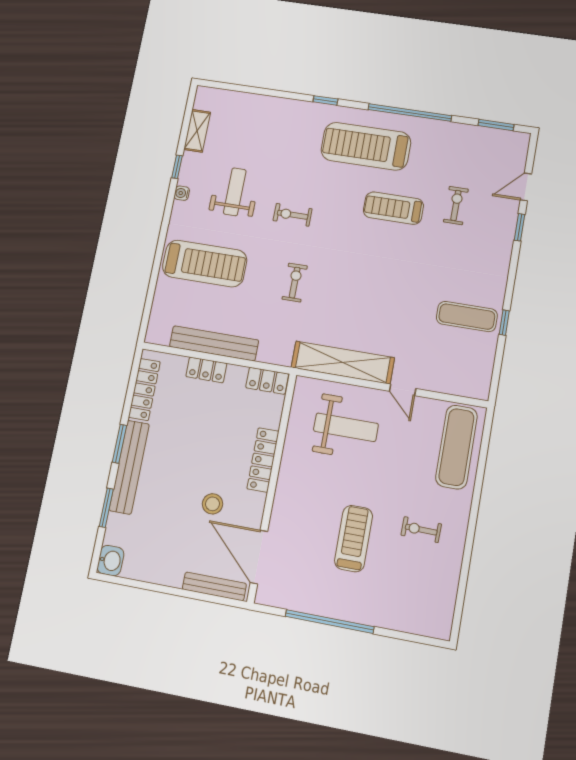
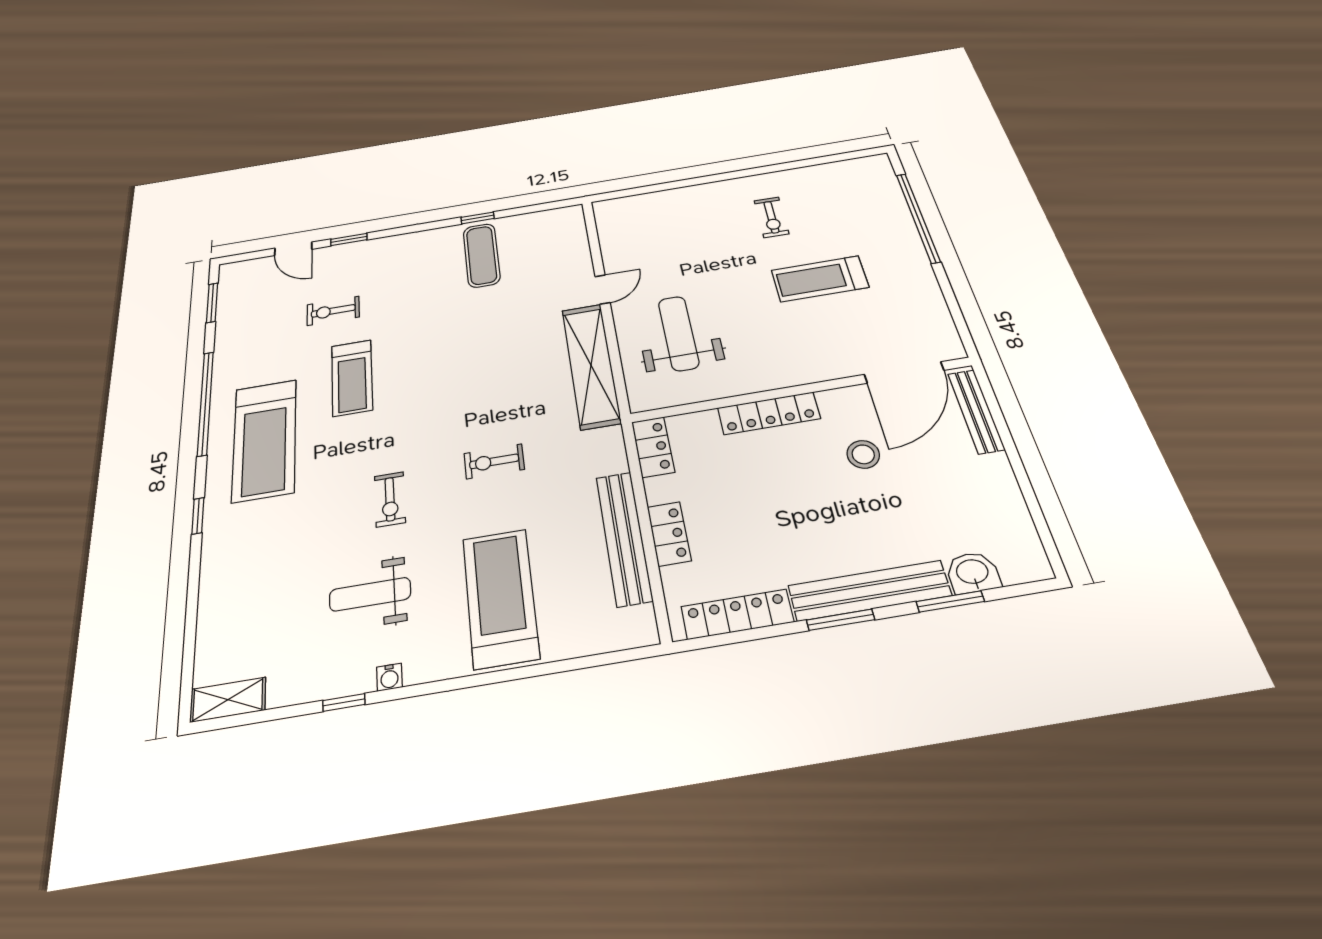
shelving: (197, 131) -> (228, 700), moved
exercise mat: (456, 447) -> (653, 216), removed
washbasin: (110, 561) -> (973, 573), moved
window: (330, 622) -> (918, 218), moved

